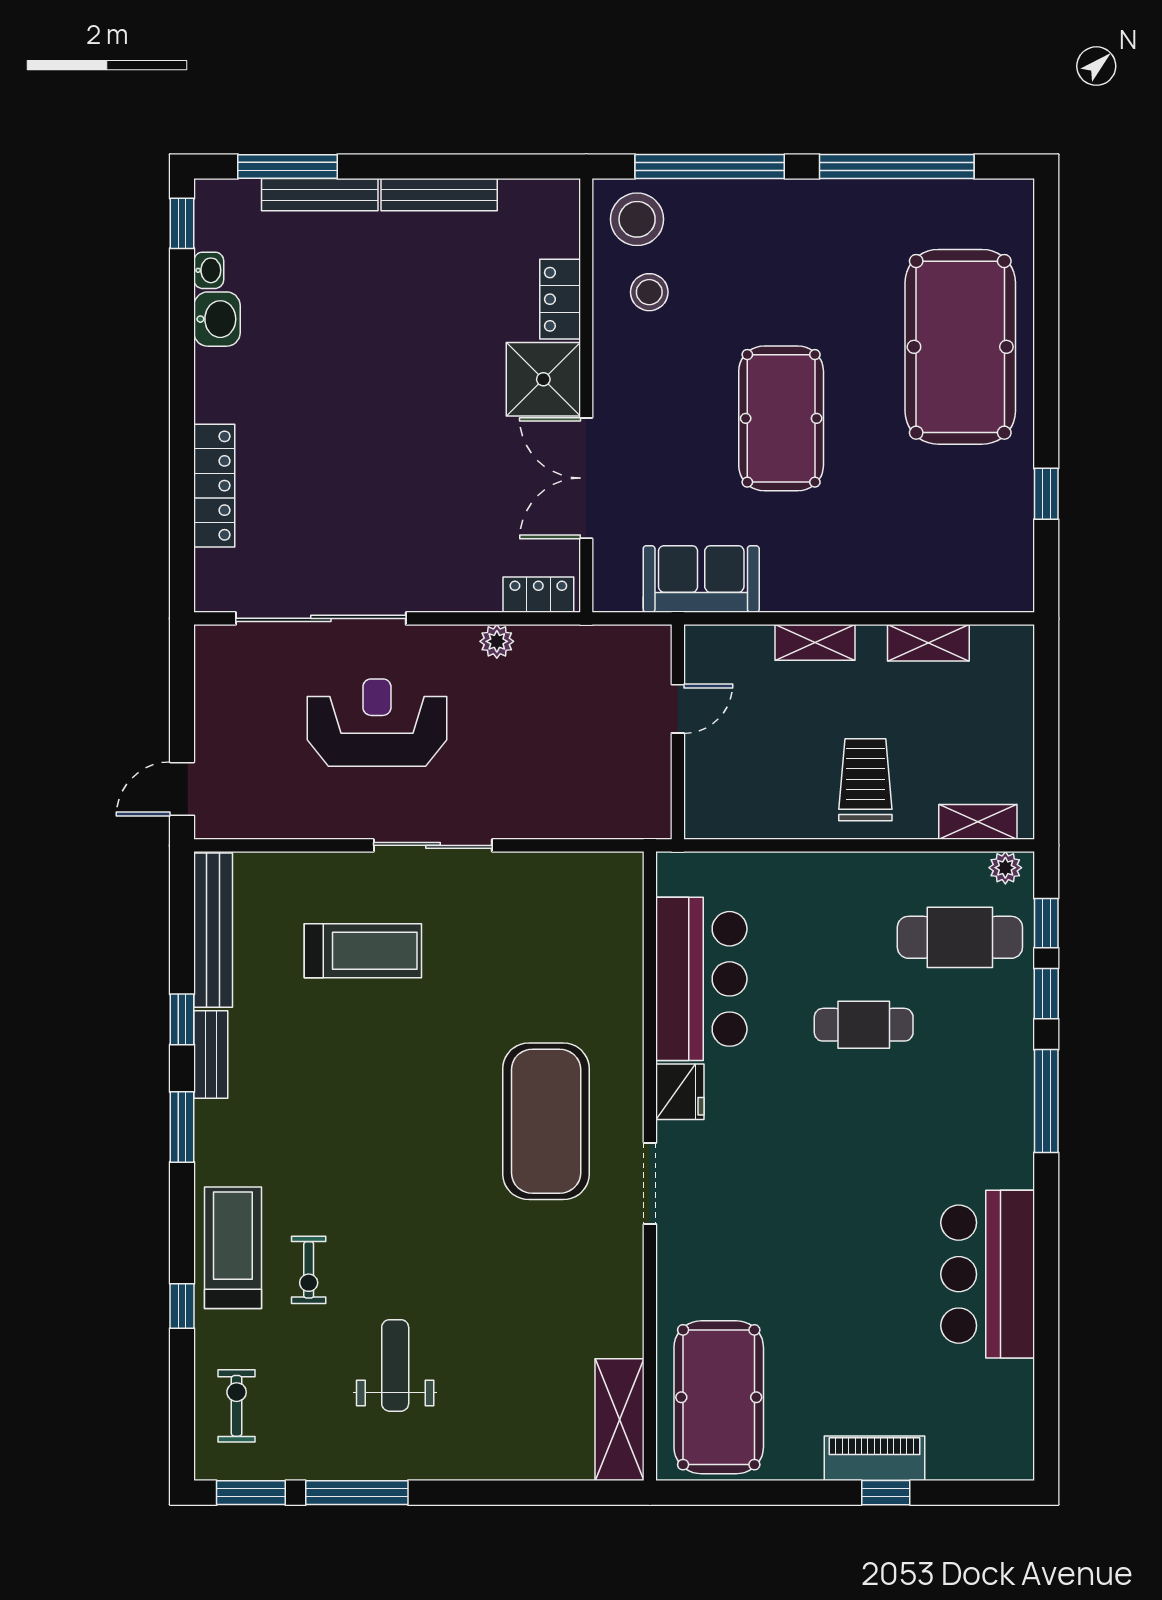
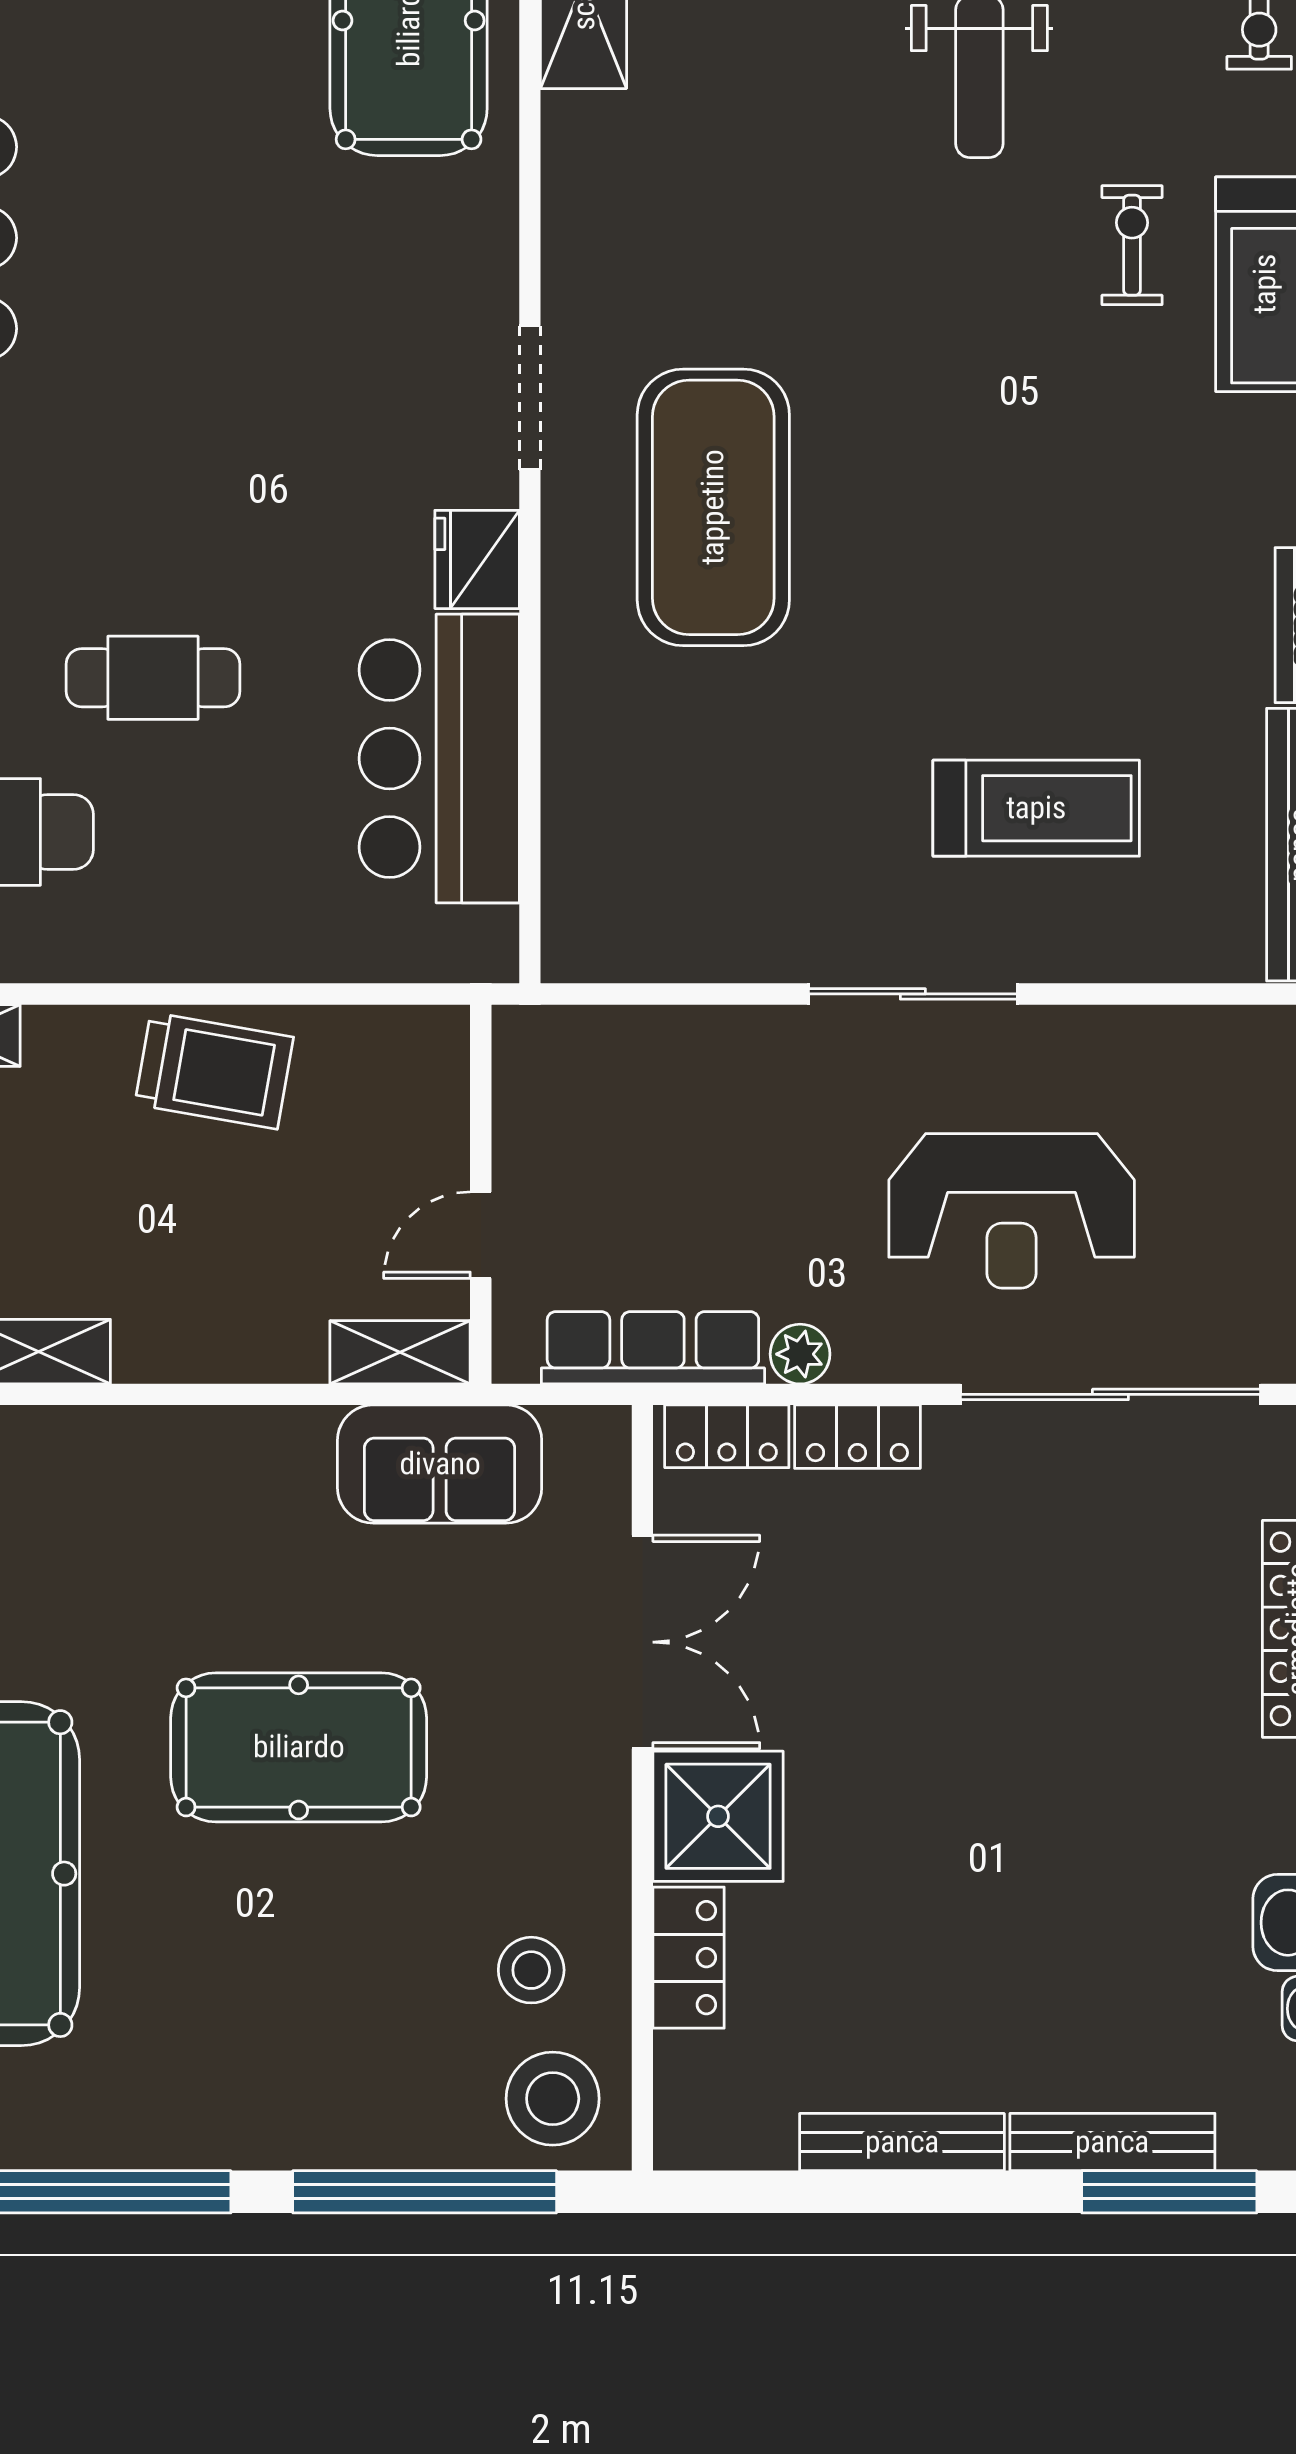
pool table: (781, 418) -> (299, 1747), turned 90
locker: (464, 594) -> (857, 1437), added
shelving: (815, 642) -> (400, 1352), moved
row of seats: (580, 645) -> (653, 1348), added
trolley: (865, 780) -> (214, 1071), moved, turned -80
treadmill: (363, 951) -> (1036, 808), turned 180

